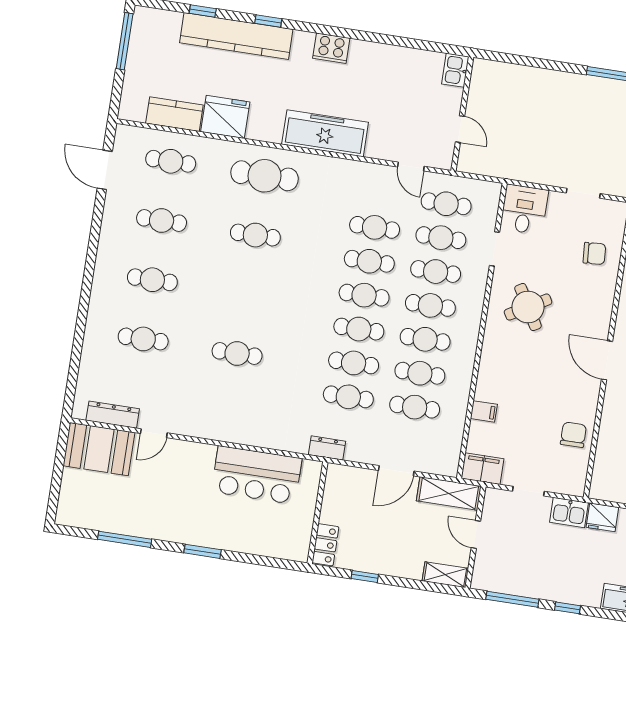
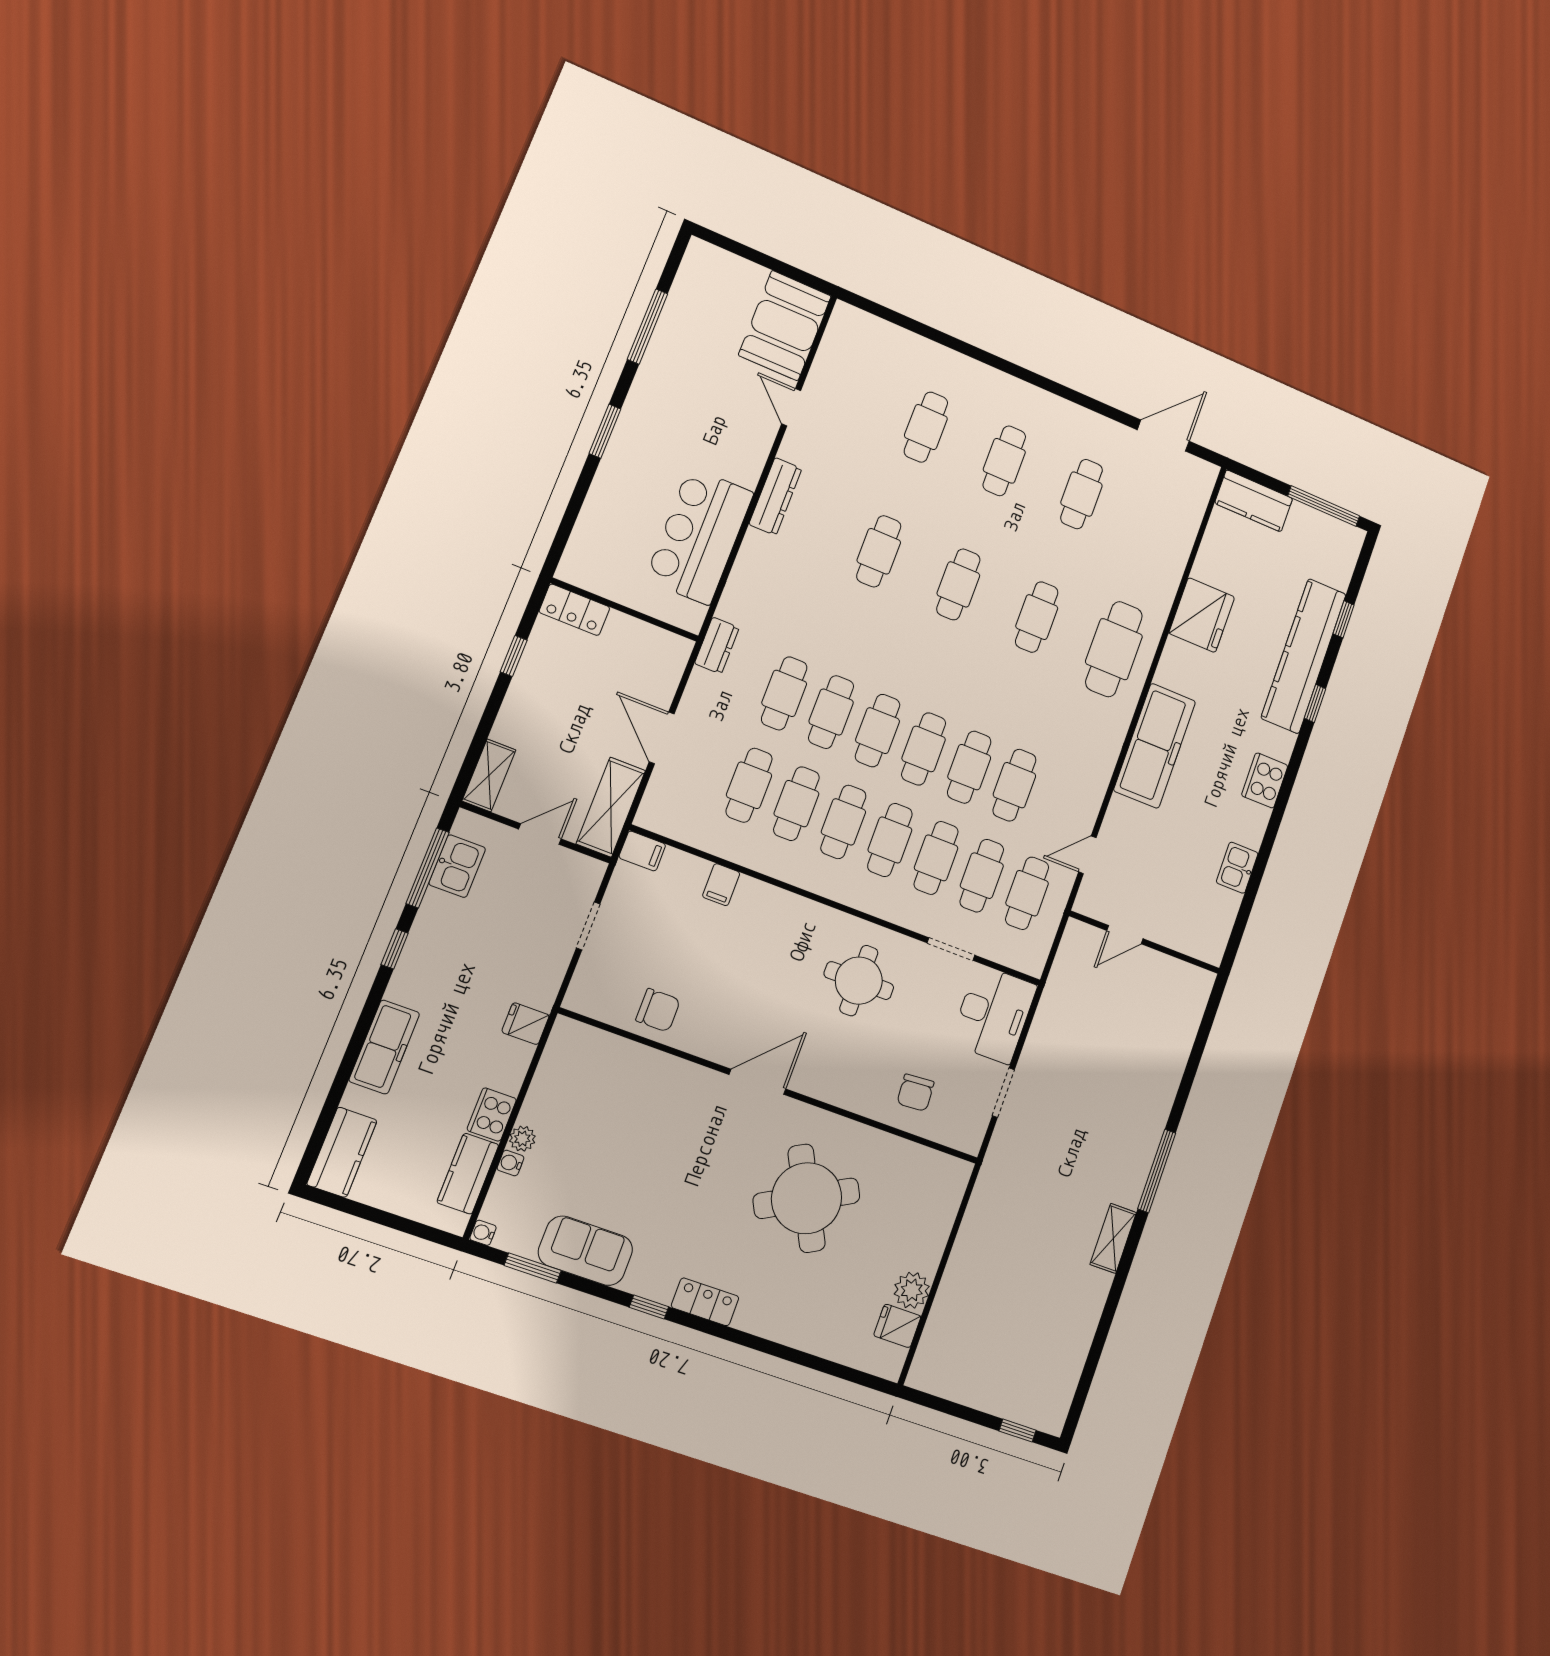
kitchen sink: (455, 70) -> (1237, 868), moved, turned -90
kitchen counter: (174, 114) -> (1254, 501), moved, turned 90
cafe table: (171, 161) -> (958, 584), moved
desk: (524, 209) -> (993, 1014), width x1.37
round table: (528, 307) -> (859, 981), turned 30
dresser: (113, 415) -> (775, 496), moved
filing cabinet: (483, 469) -> (642, 851), width x0.50
kitchen sink: (569, 512) -> (457, 866), moved, turned 180
fridge: (602, 517) -> (526, 1024), width x0.72

